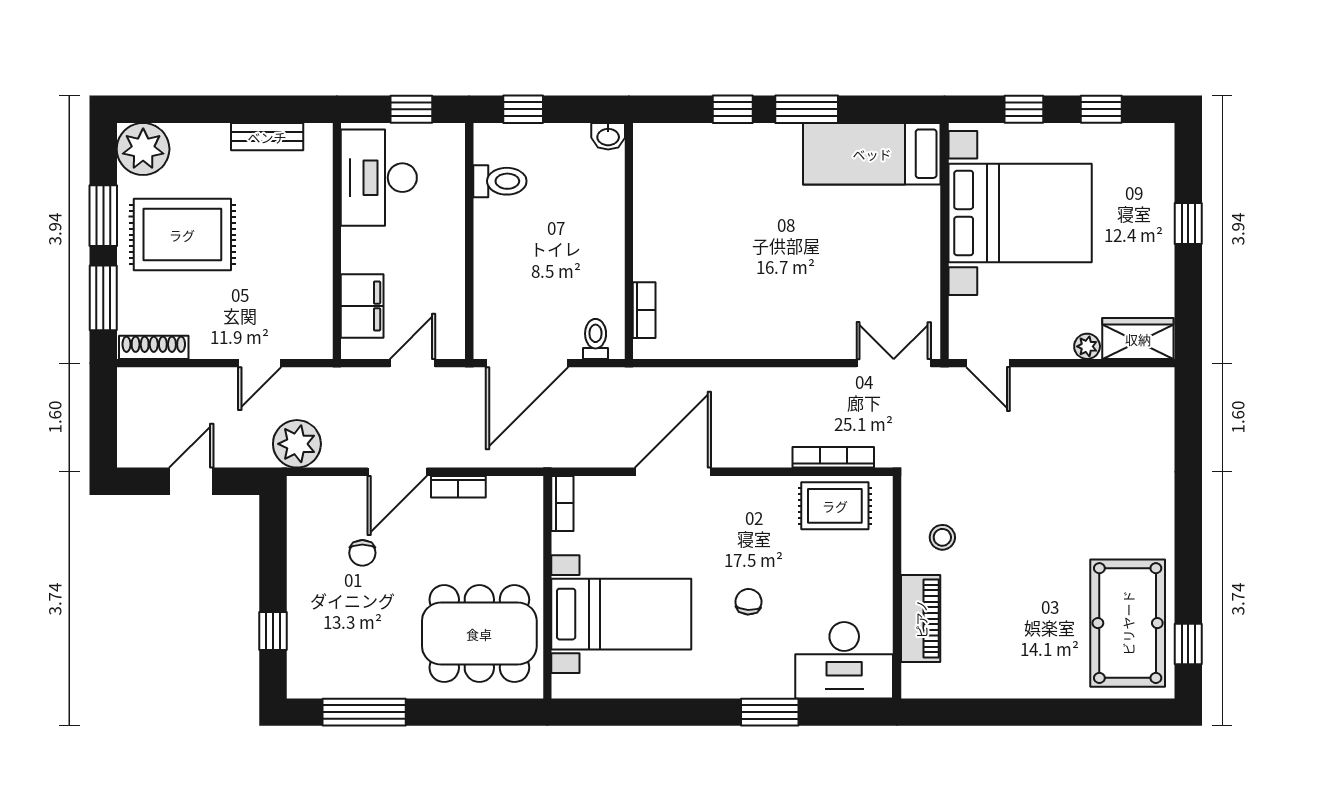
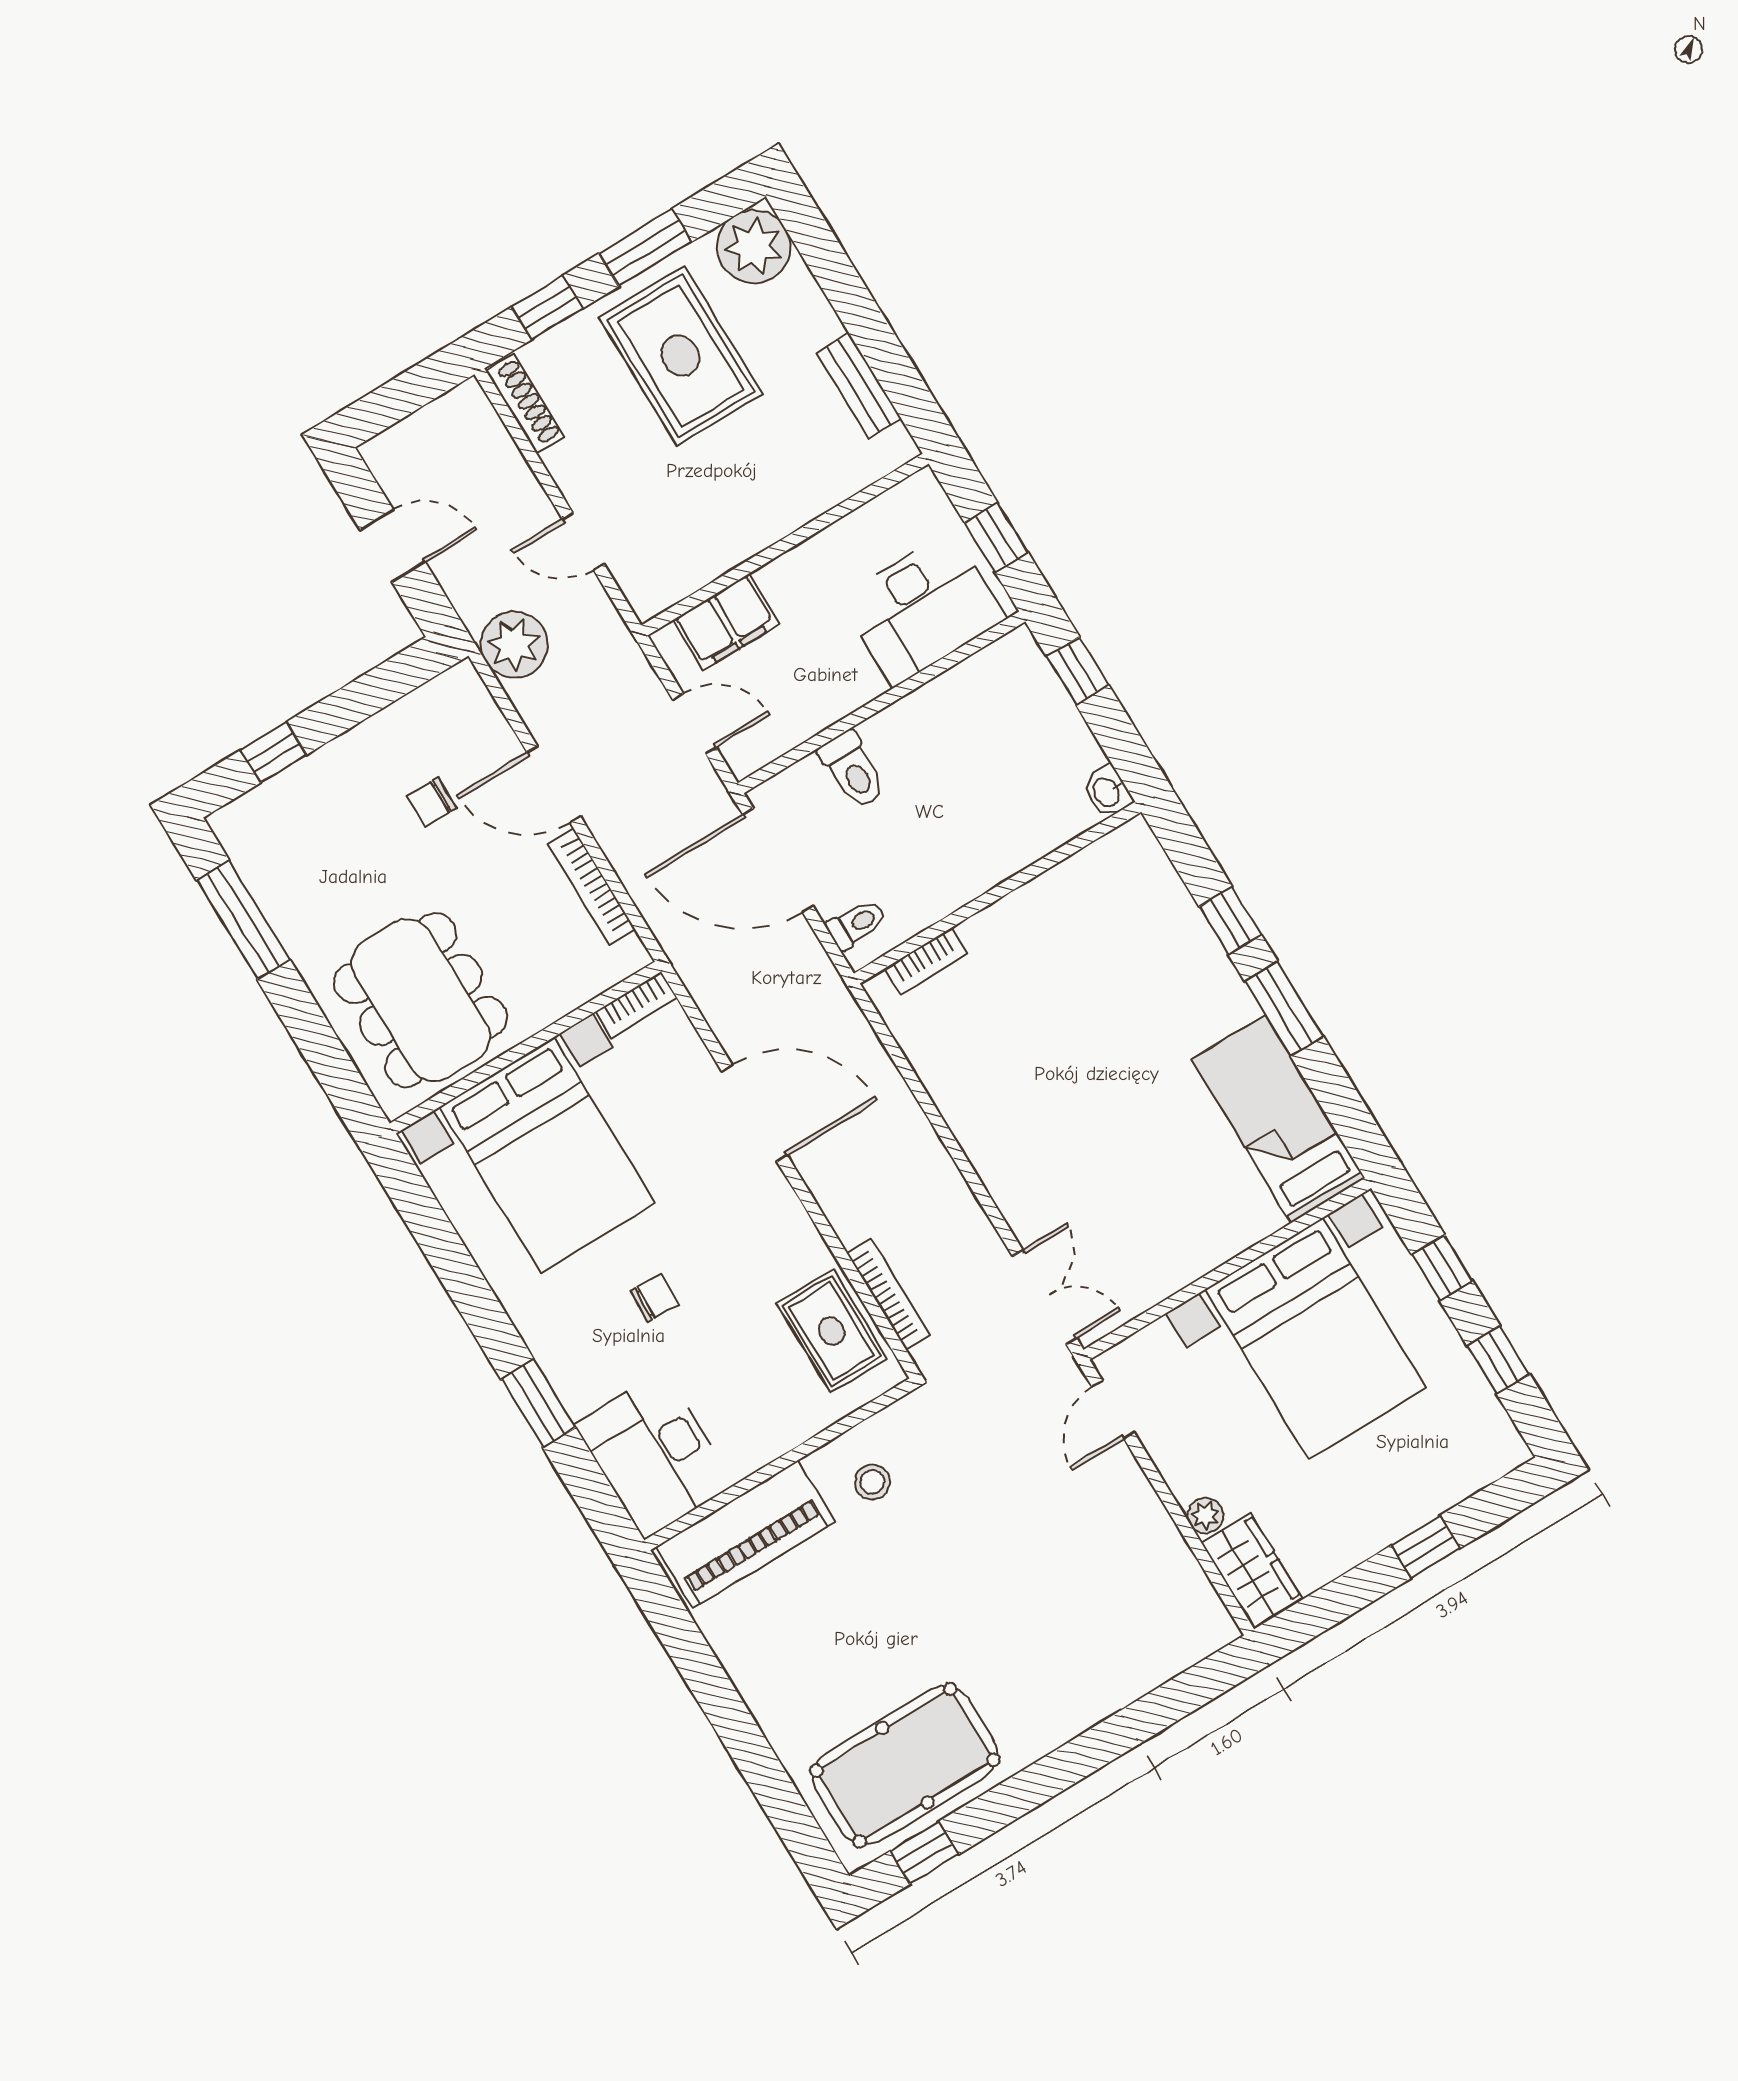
desk: (379, 178) -> (922, 609), moved, turned 180
toilet: (500, 181) -> (853, 770), moved
window: (103, 298) -> (547, 308), width x0.67
bookcase: (458, 487) -> (592, 886), width x1.56
bed with nightstands: (621, 614) -> (547, 1155), width x1.36
piano: (921, 619) -> (745, 1534), width x1.37, depth x1.33

